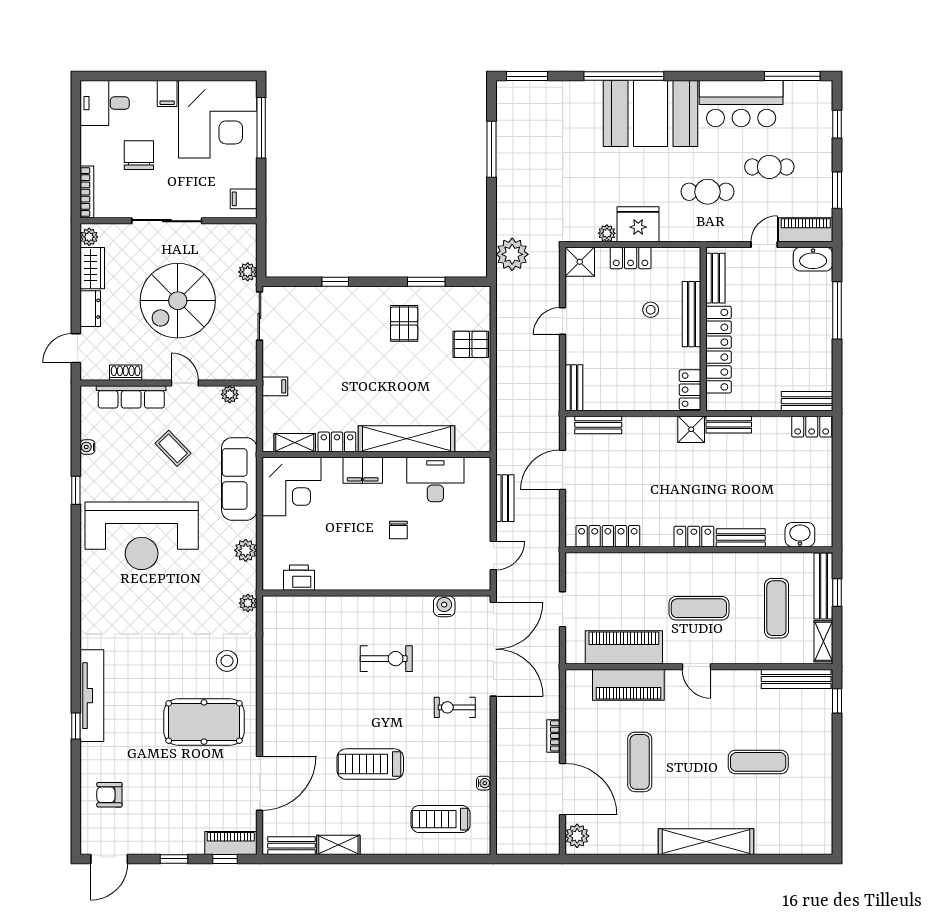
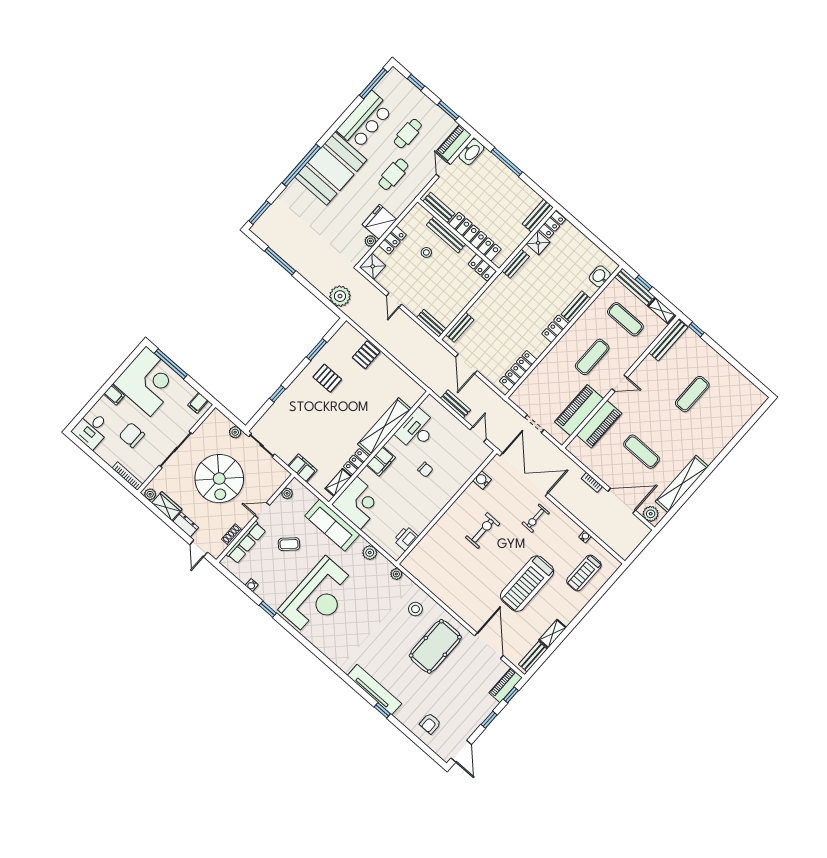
filing cabinet: (275, 386) -> (302, 468), width x2.00
shower: (691, 429) -> (538, 243), moved
treadmill: (370, 764) -> (527, 584), width x1.37, depth x1.38
shelving: (706, 842) -> (682, 484), moved

